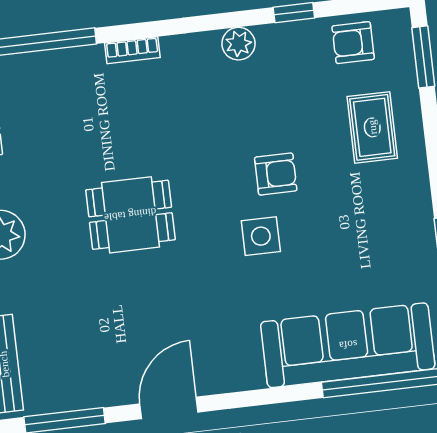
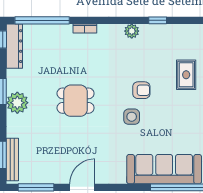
armchair: (353, 43) -> (182, 37), removed

